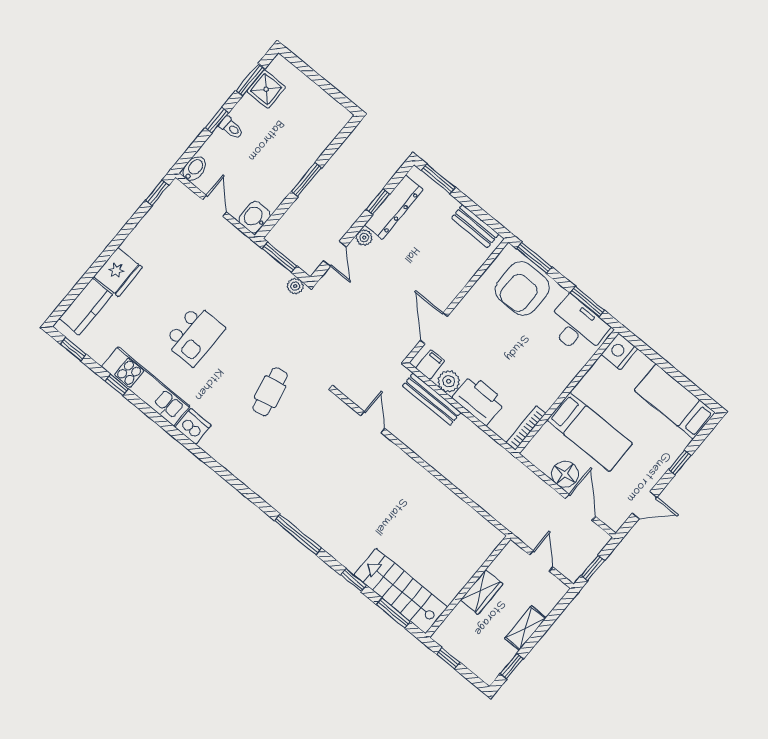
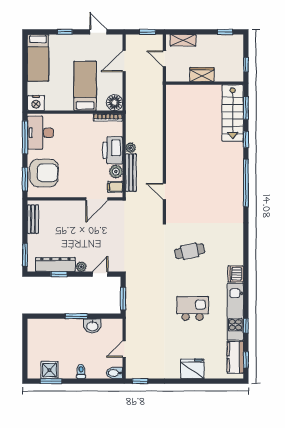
window: (217, 120) -> (83, 381), removed
washbasin: (255, 217) -> (92, 326), moved
plant: (295, 286) -> (131, 148), moved
window: (587, 302) -> (25, 137), width x1.44
kitchen counter: (86, 307) -> (235, 357), moved, turned -90
door: (373, 422) -> (164, 191), hinge flipped
floor lamp: (565, 474) -> (115, 103), moved
window: (298, 534) -> (246, 183), width x1.46
door: (541, 561) -> (164, 59), hinge flipped
shelving: (526, 628) -> (183, 40), moved

